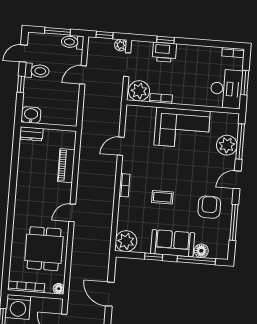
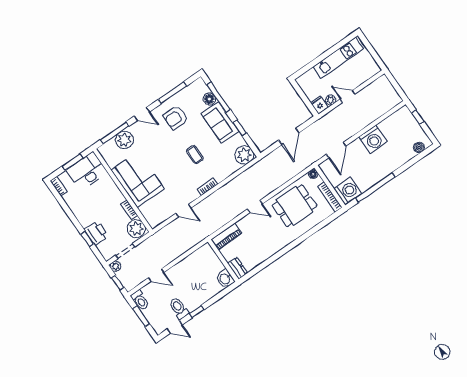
washbasin: (31, 115) -> (225, 279), moved
wall: (49, 127) -> (223, 260), moved
dresser: (31, 134) -> (238, 268), moved

